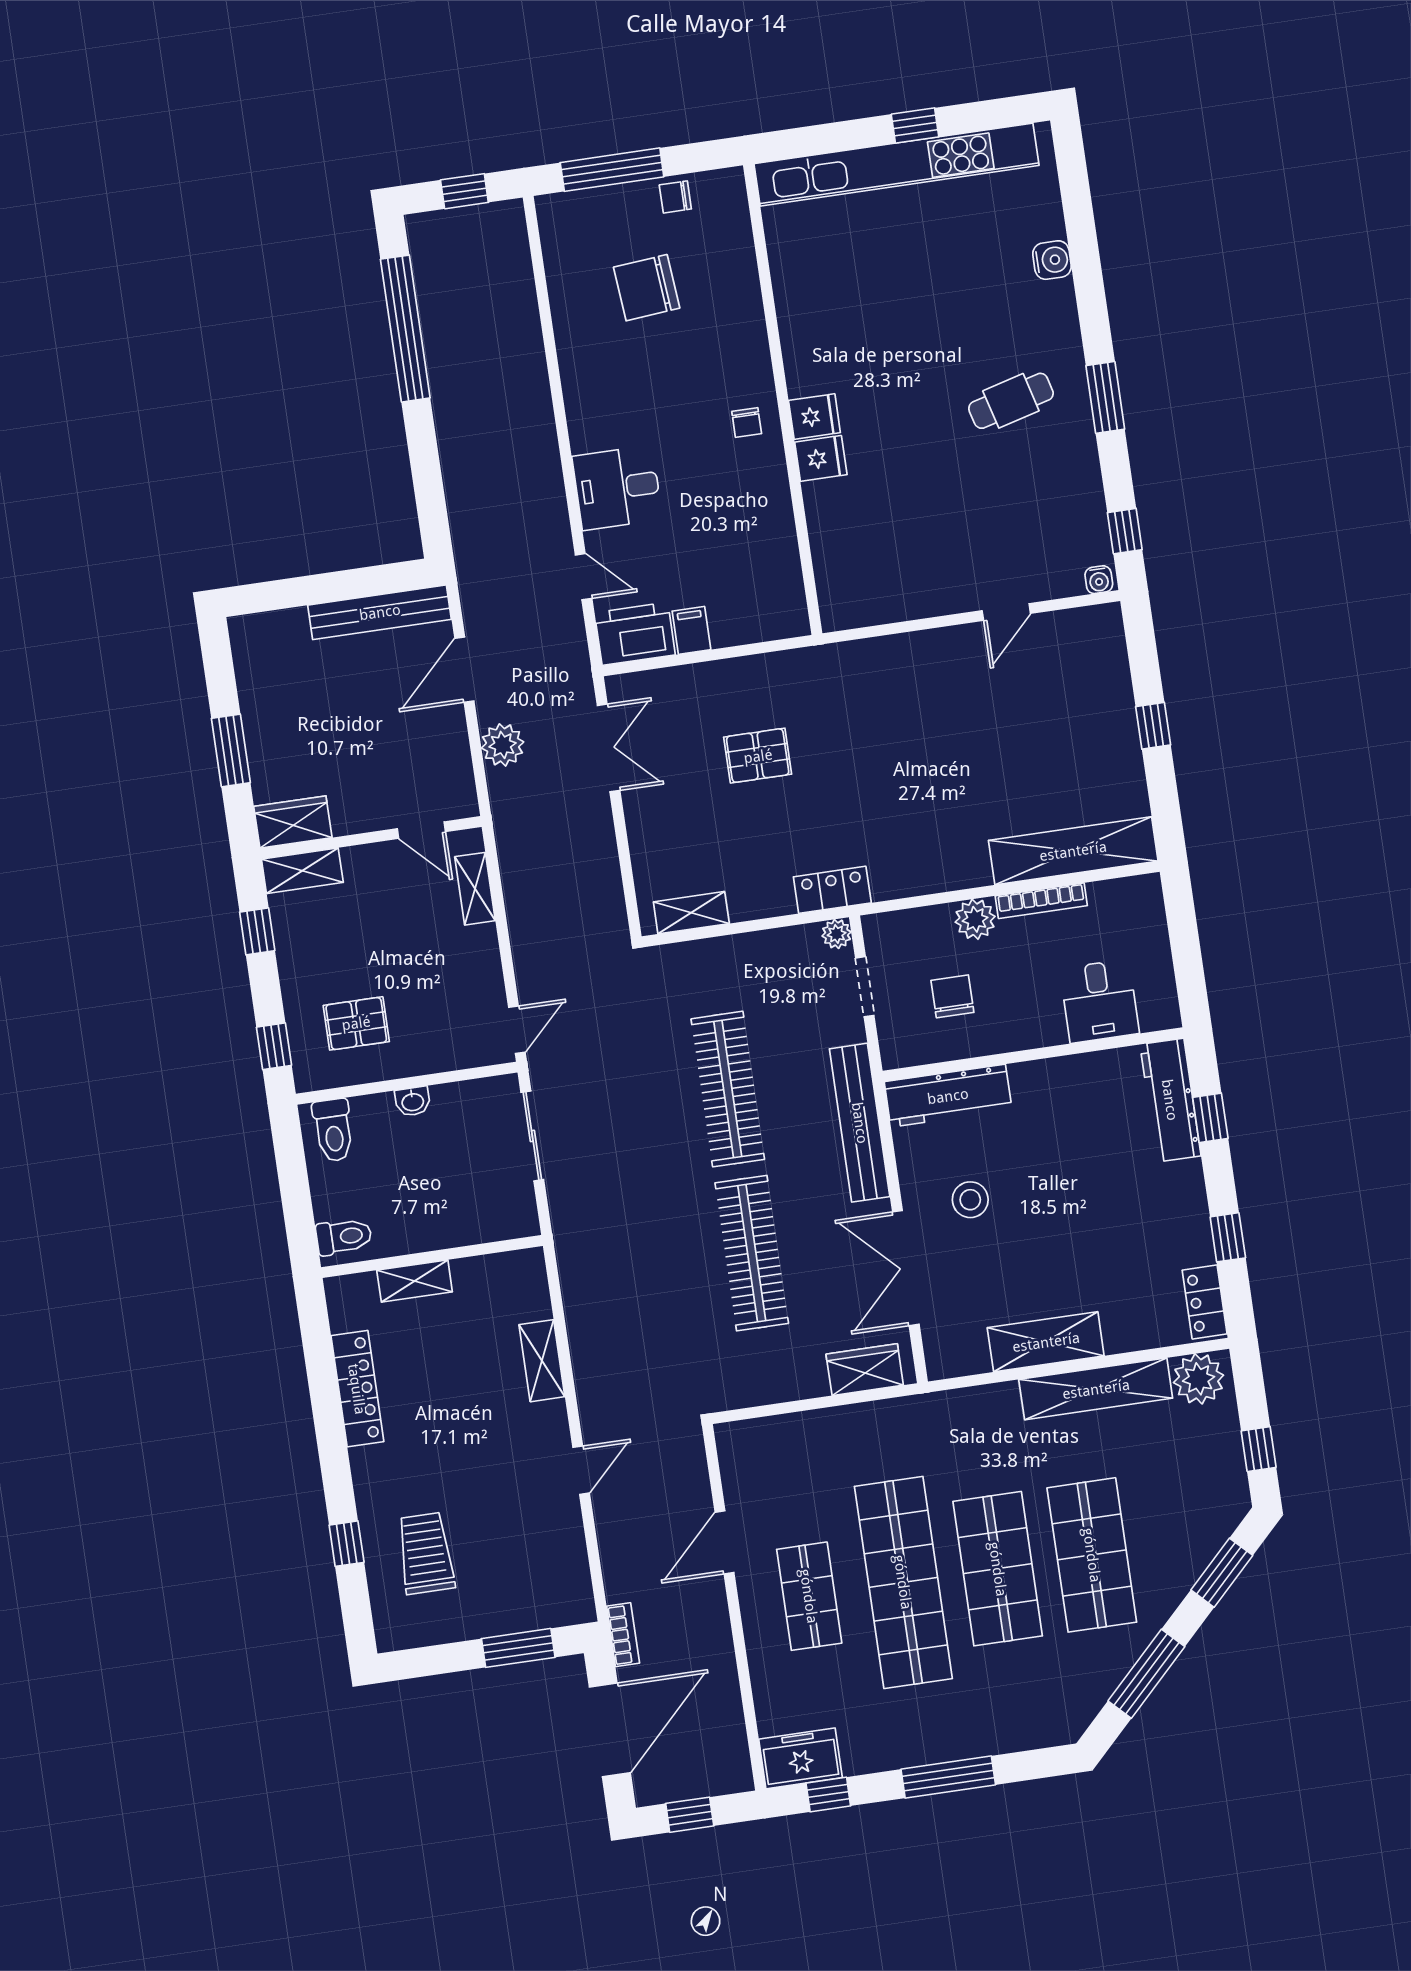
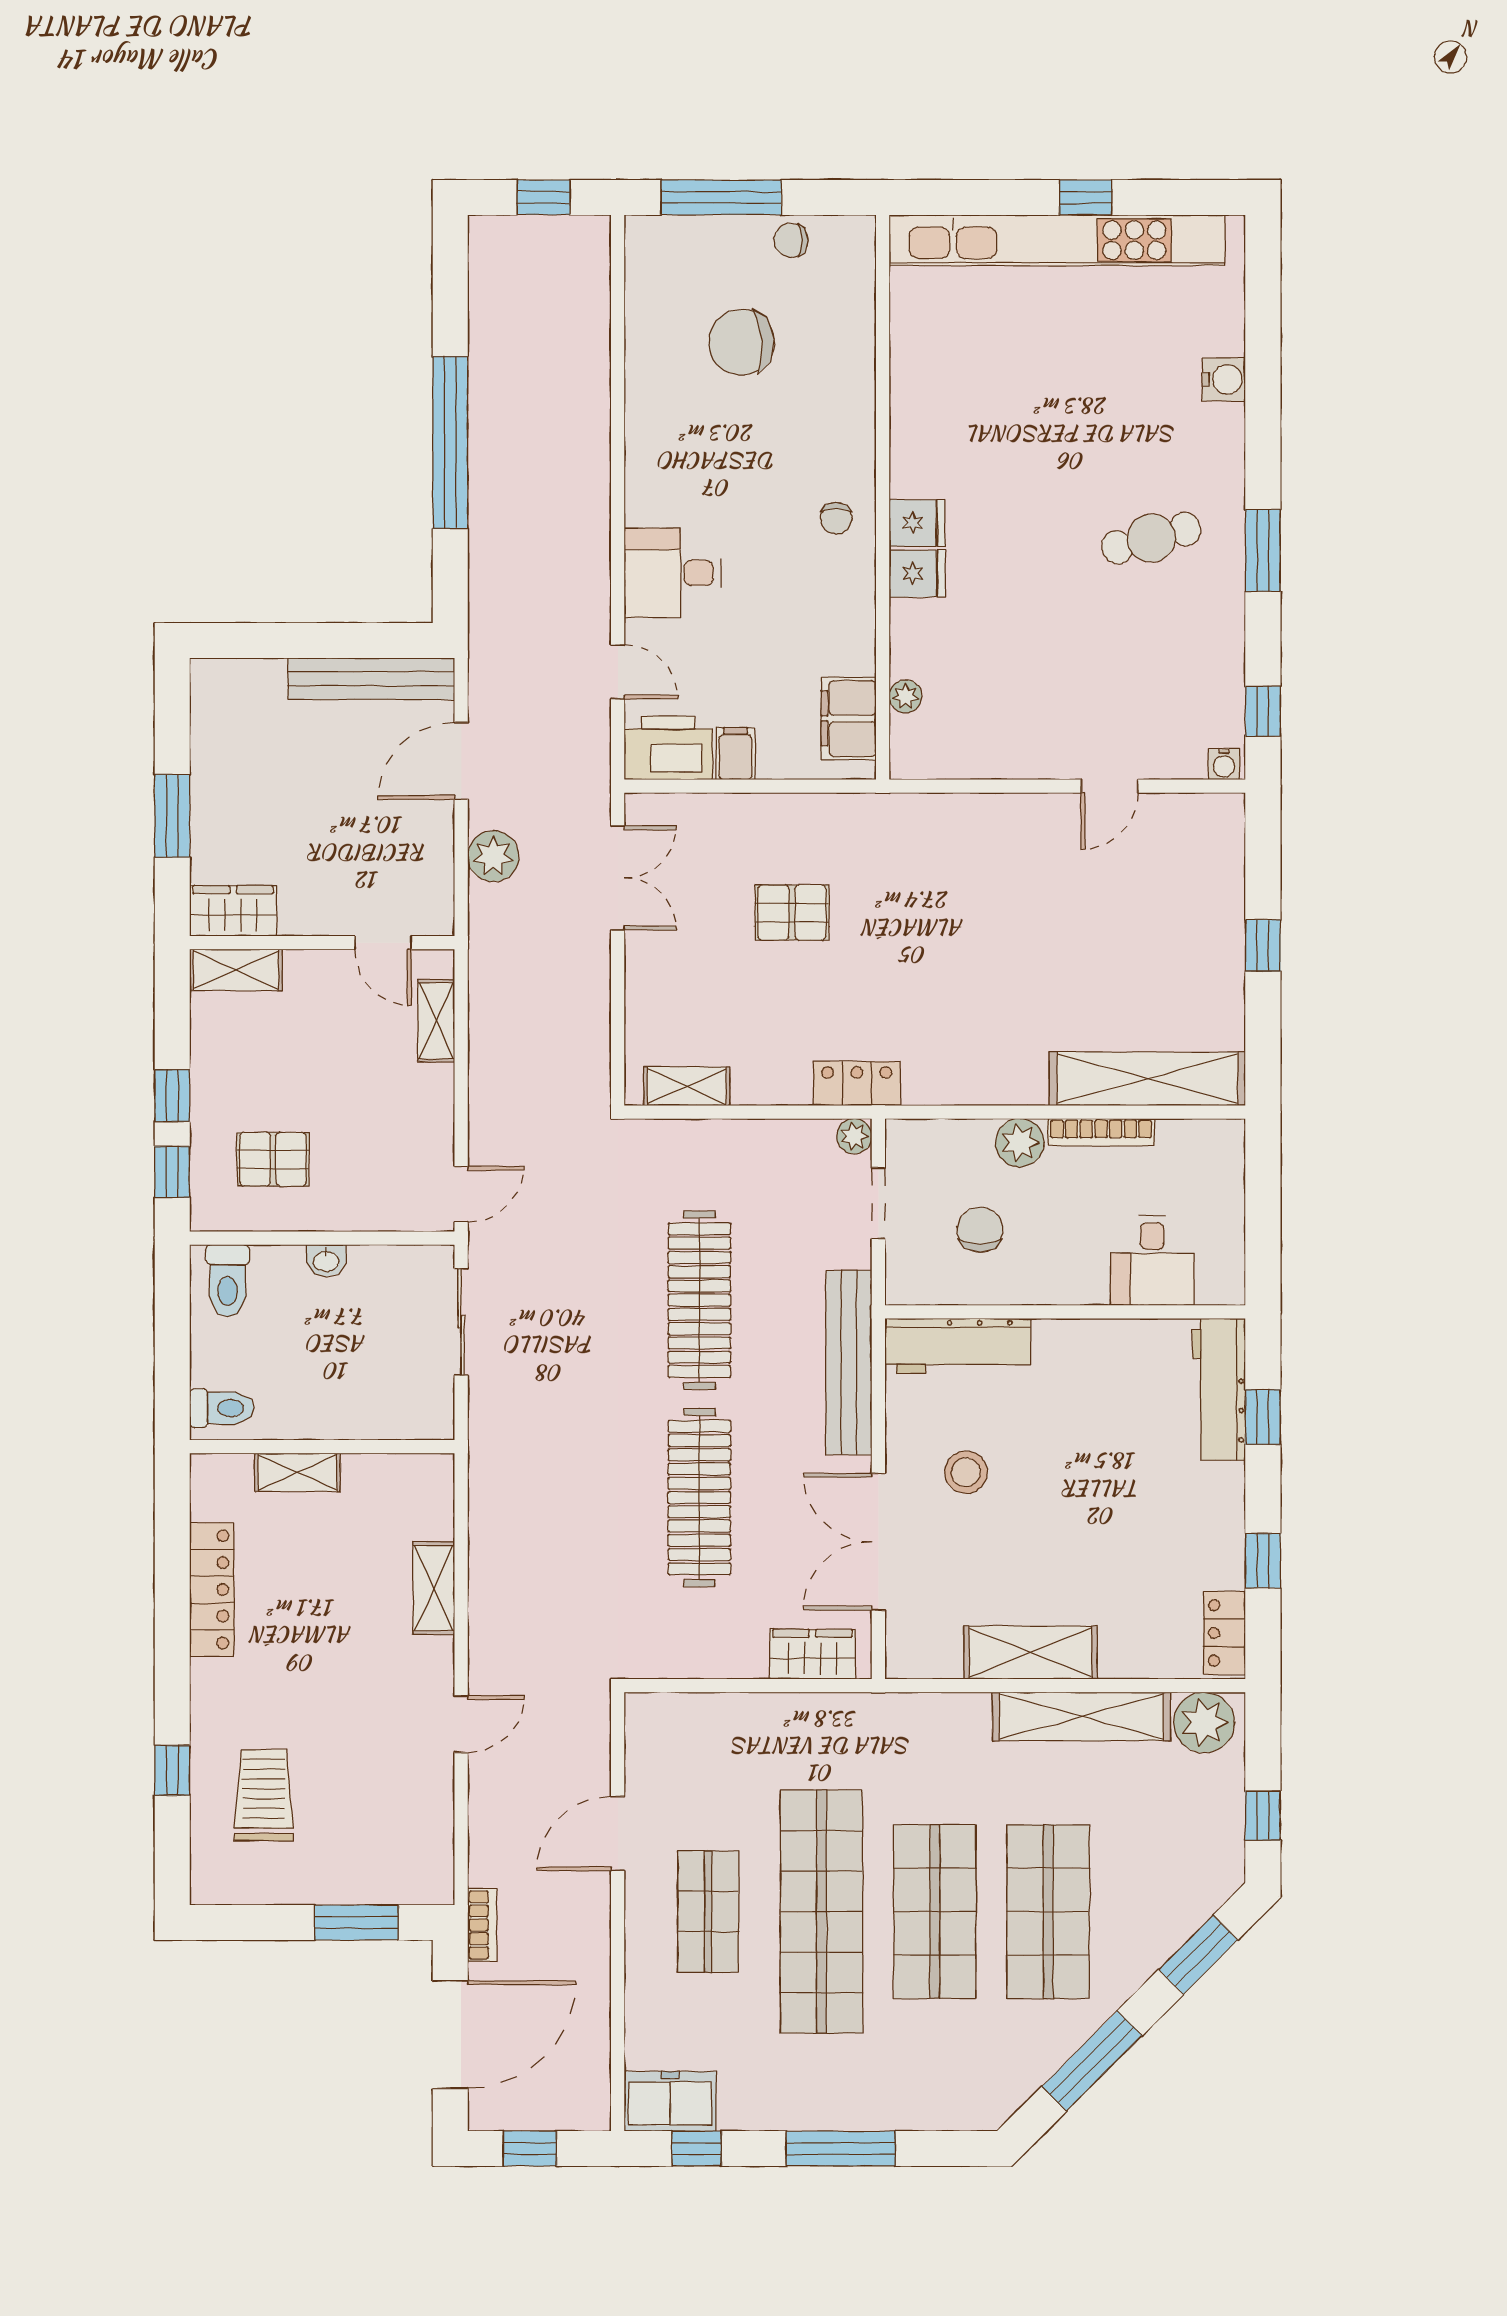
window: (405, 329) -> (450, 442), moved
plant: (826, 562) -> (906, 696), added
filing cabinet: (781, 587) -> (849, 719), added
window: (257, 931) -> (172, 1096), moved

